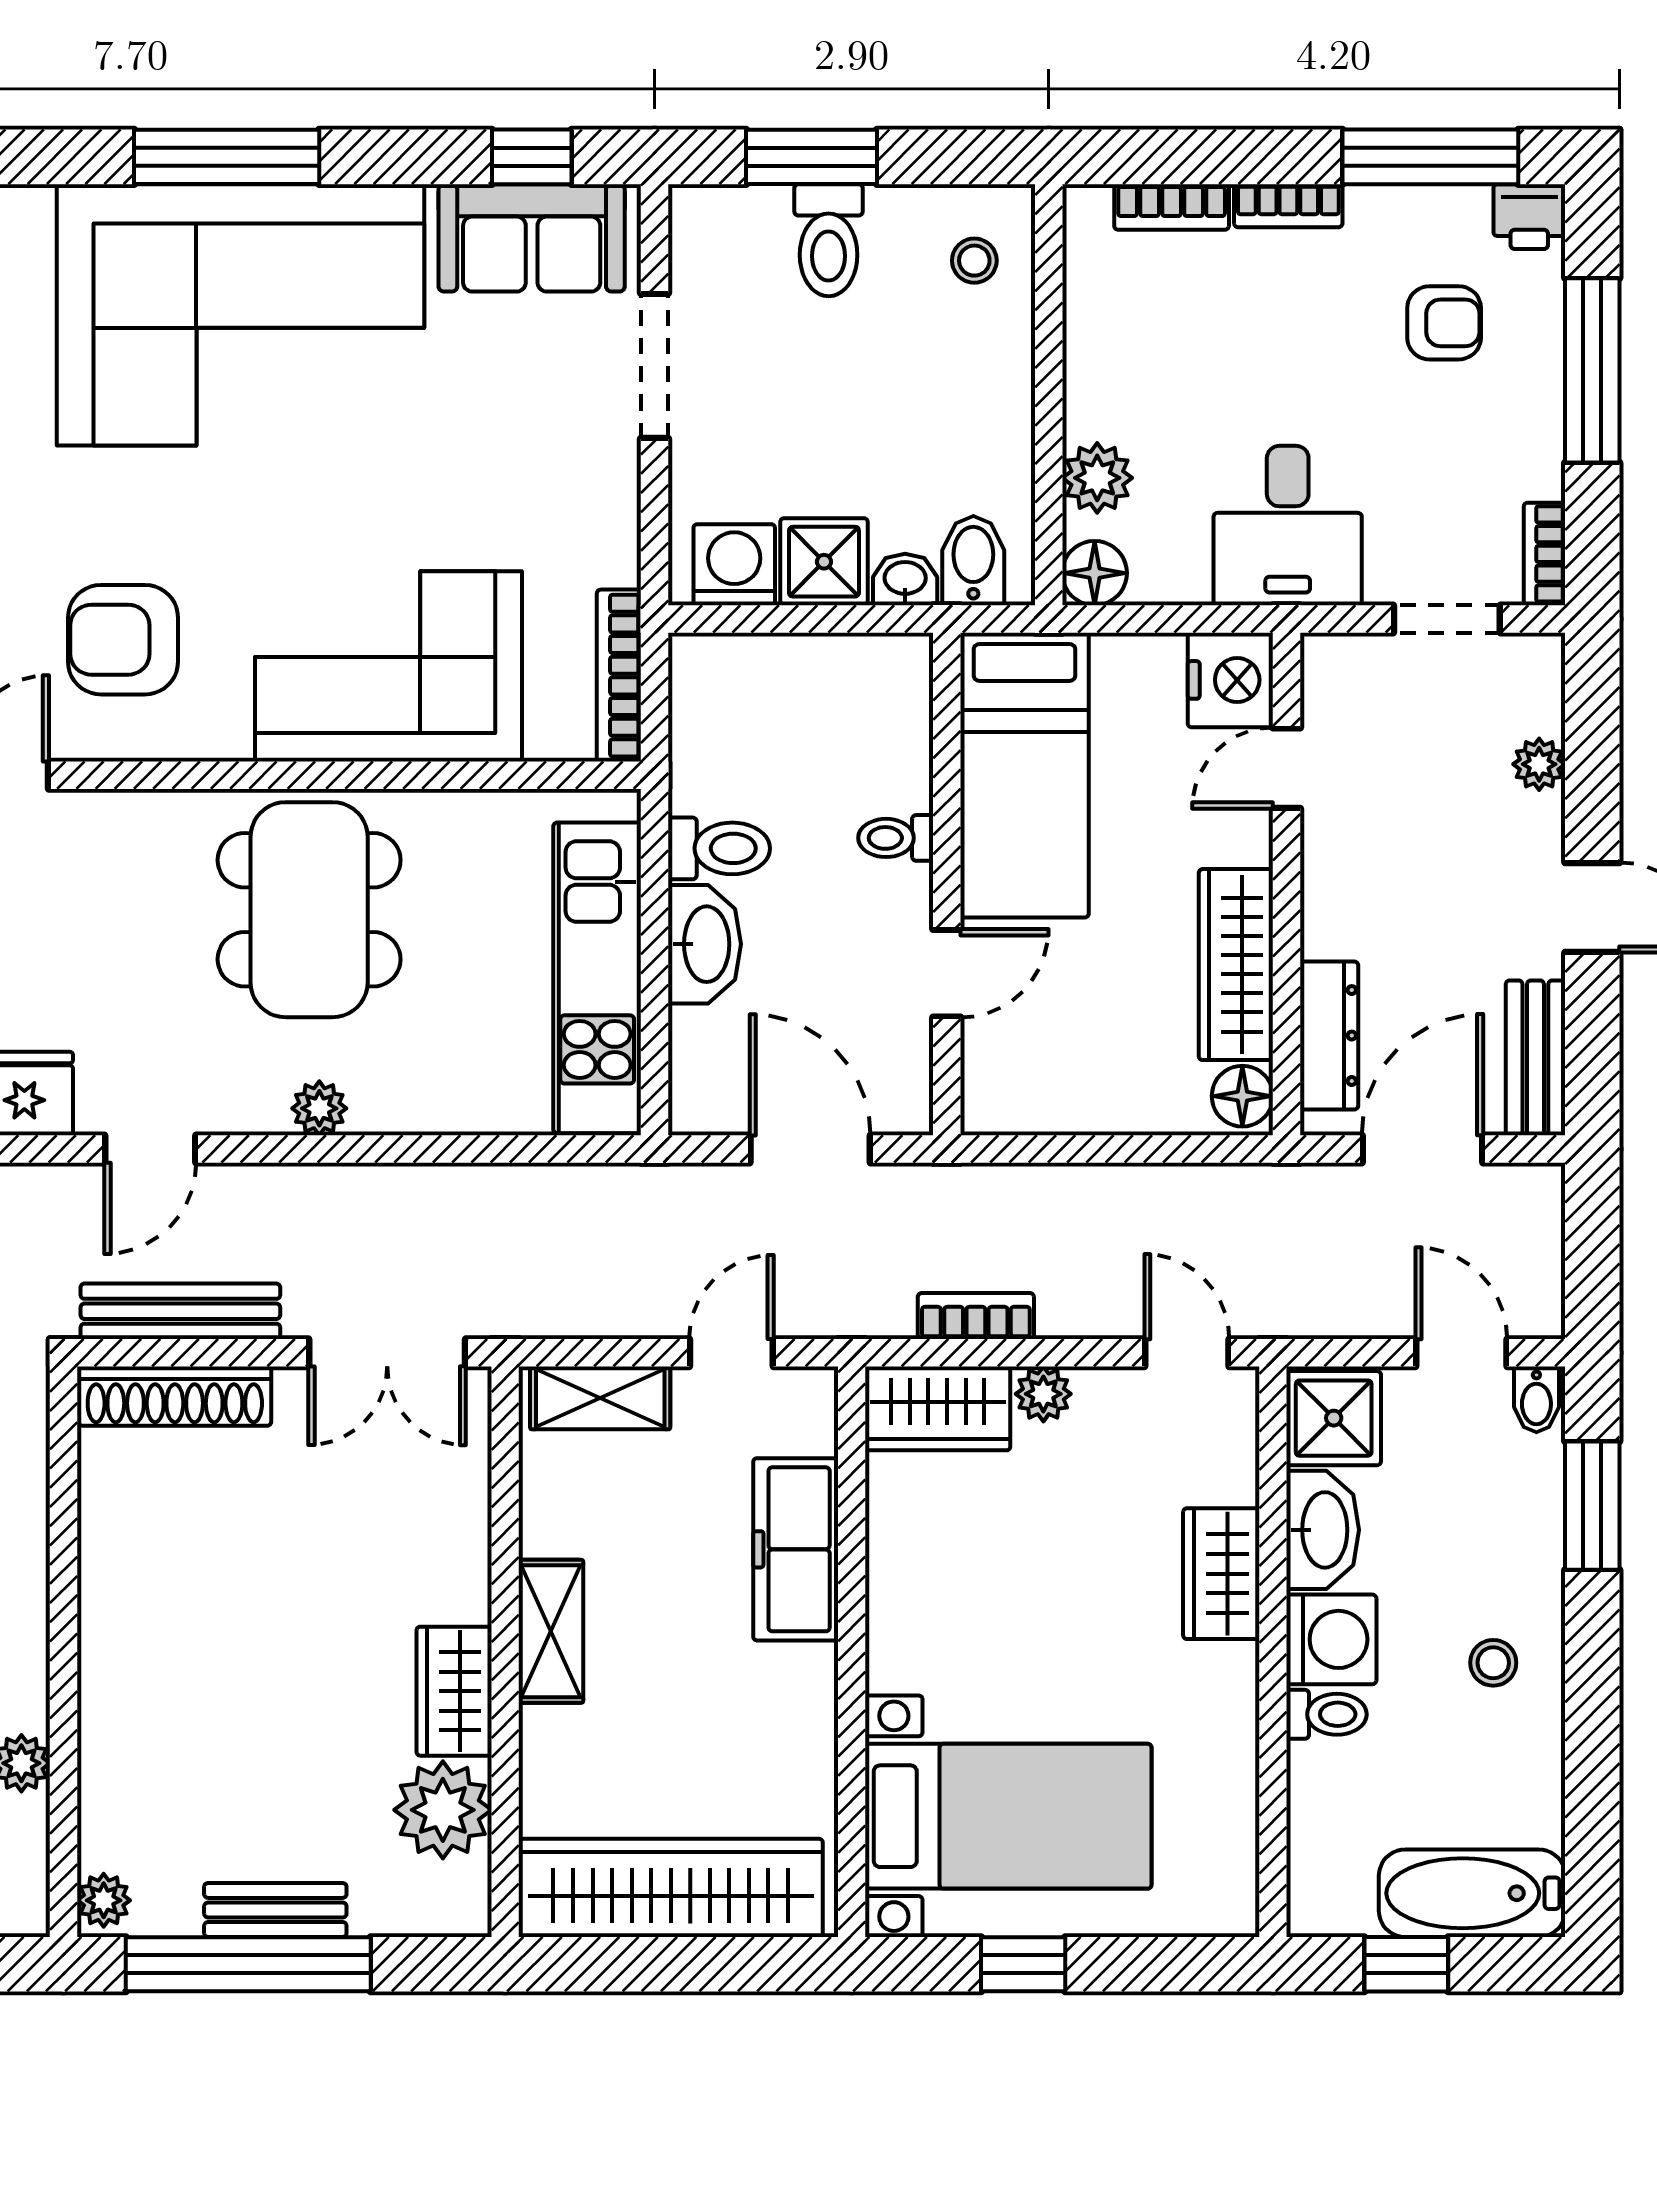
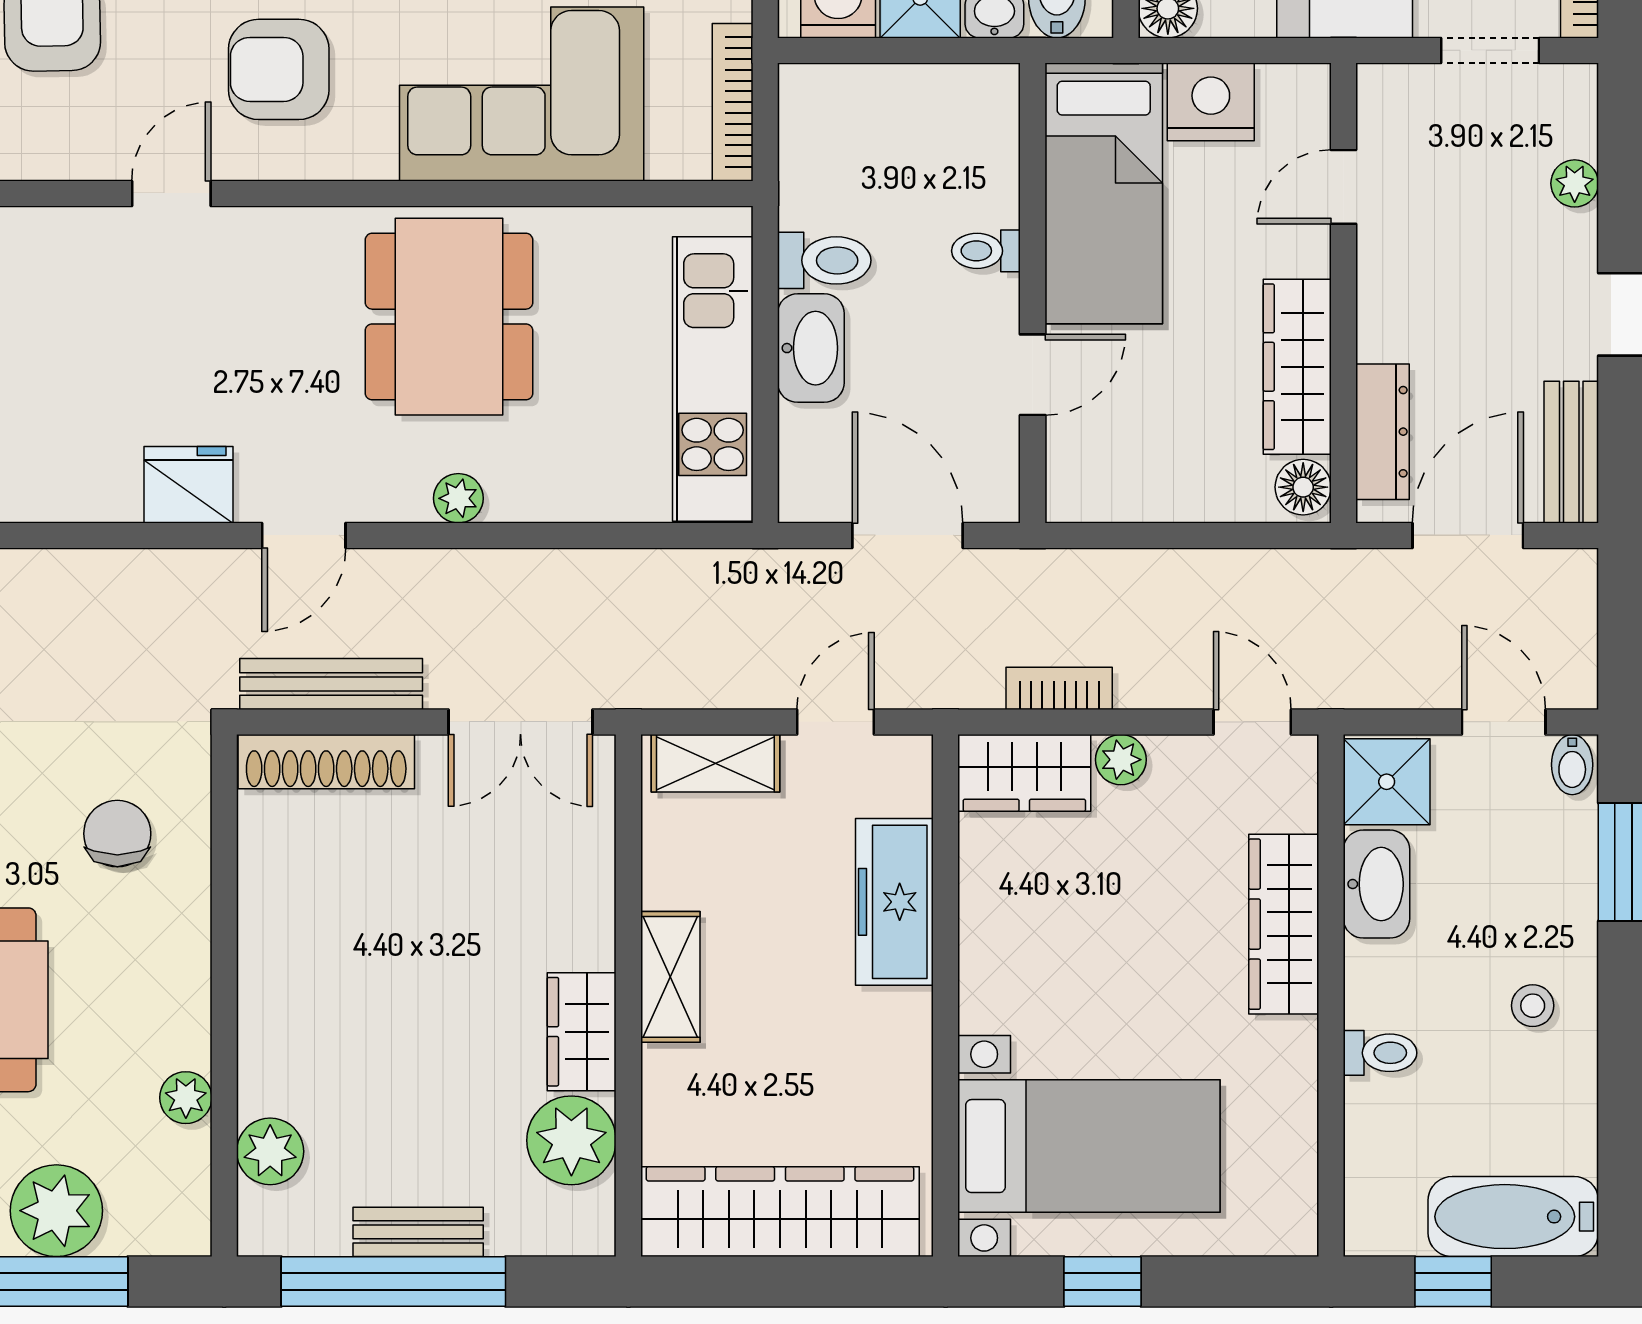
nightstand: (1230, 680) -> (1211, 102), moved, turned -90
wardrobe: (1221, 1574) -> (1284, 924), width x1.50
washing machine: (1331, 1639) -> (1385, 984), removed
plant: (104, 1900) -> (270, 1151), moved, width x1.38, depth x1.38

